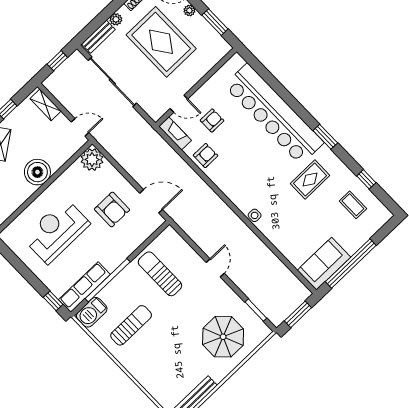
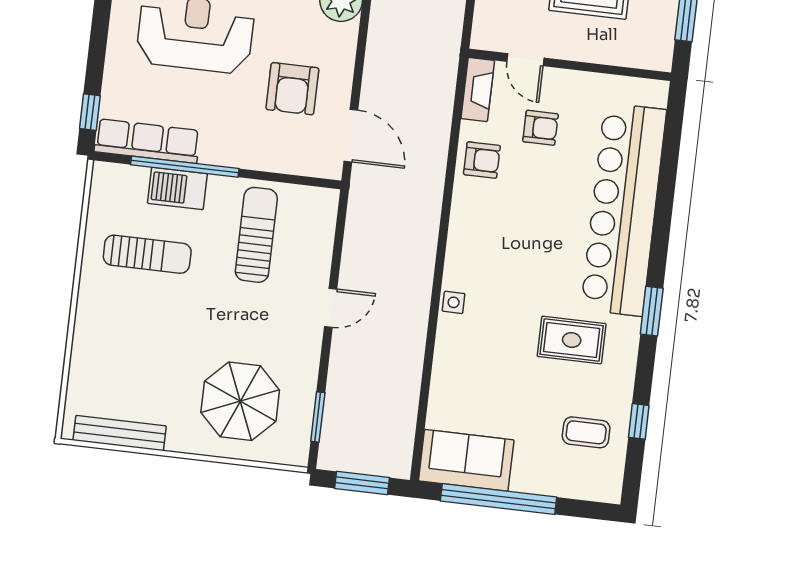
coffee table: (353, 205) -> (586, 432), turned 90
barbecue: (92, 312) -> (177, 188), moved

